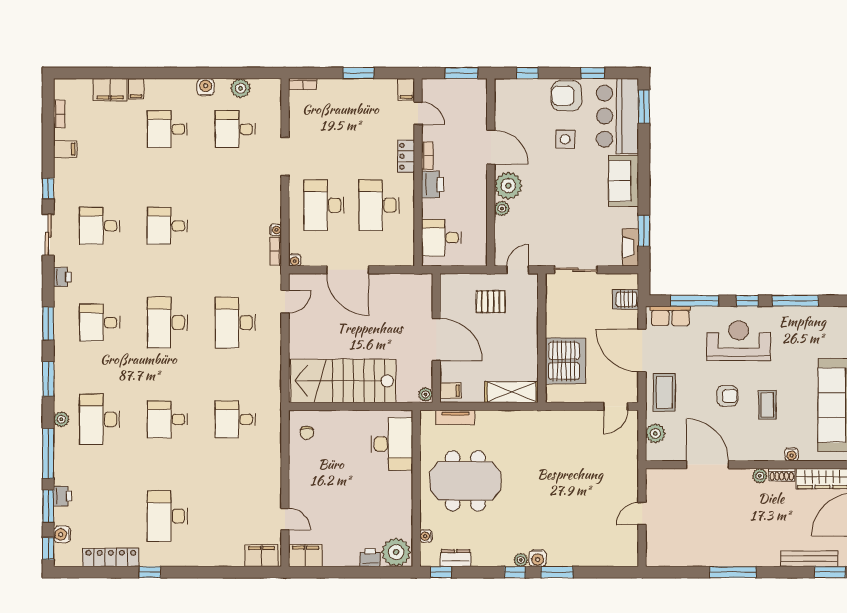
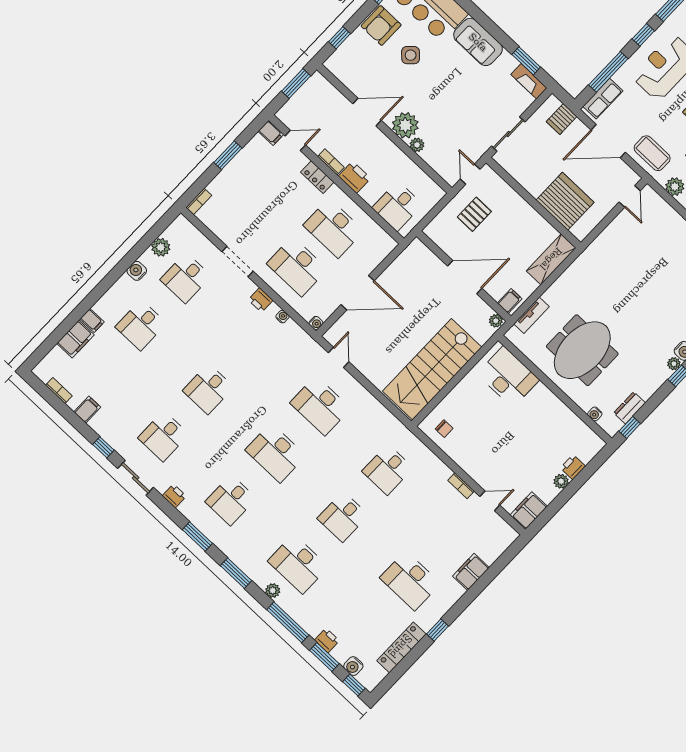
side table: (565, 139) -> (411, 55), turned 45
printer: (272, 202) -> (261, 300), added
bookcase: (276, 251) -> (461, 486), moved
plant: (396, 552) -> (561, 481), moved, width x0.53, depth x0.53
filing cabinet: (262, 556) -> (471, 572), moved

